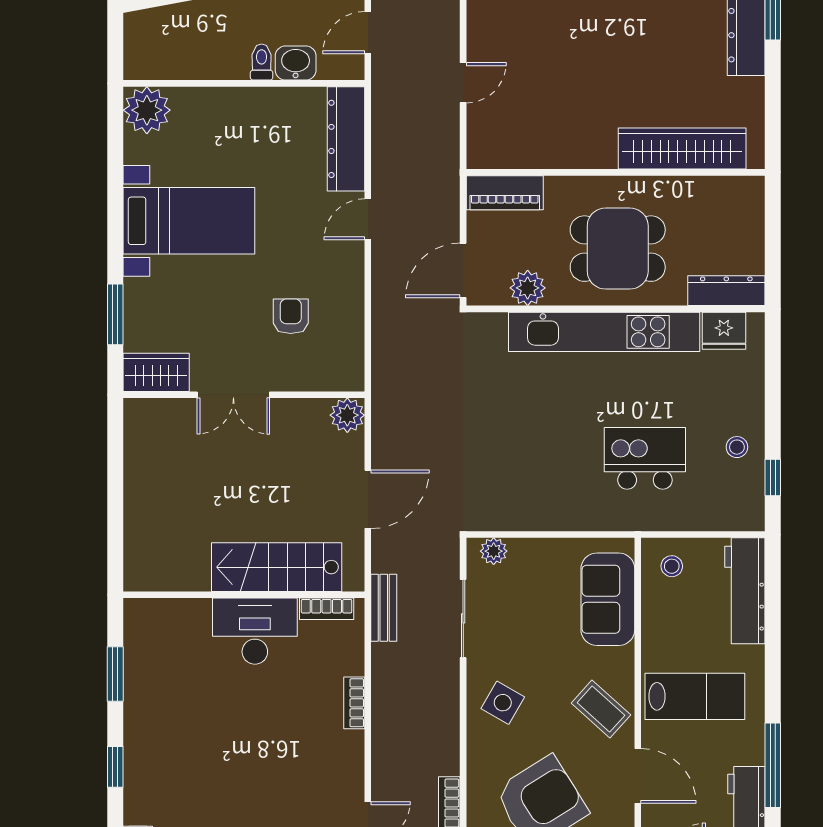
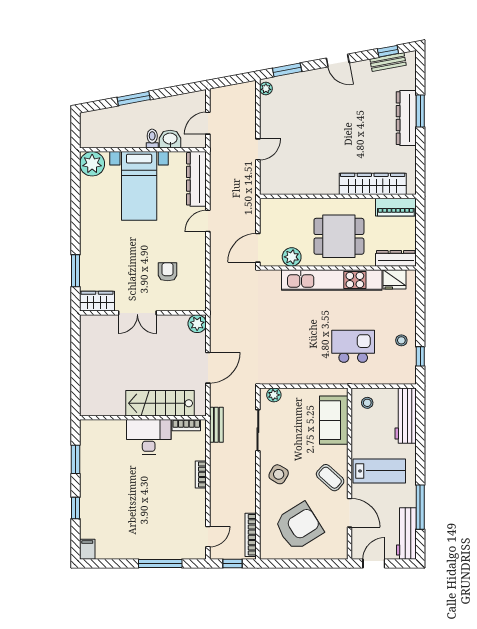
piano: (505, 193) -> (396, 207), moved
bed with nightstands: (189, 221) -> (139, 186), moved, turned 90

